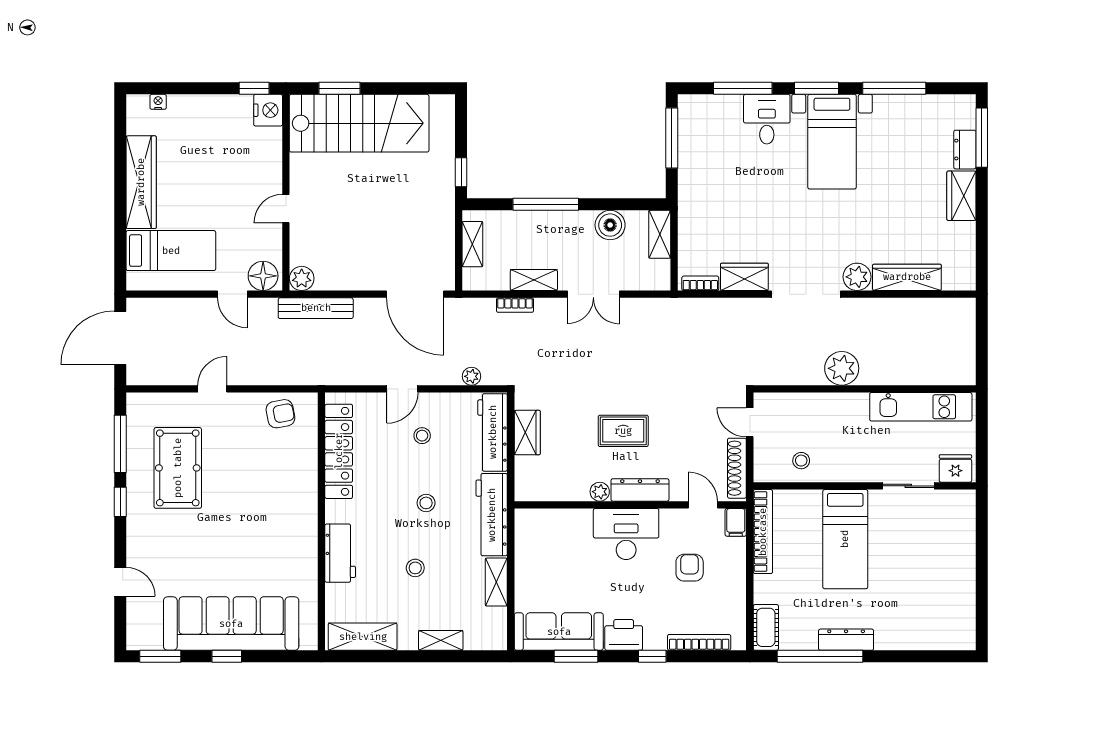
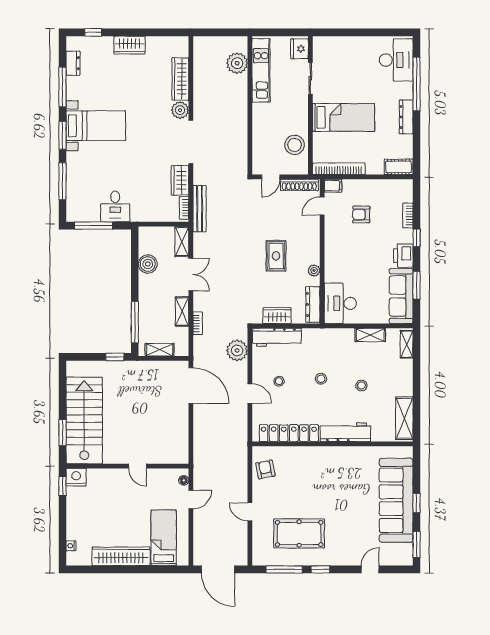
desk: (767, 119) -> (115, 206), moved, turned -90
window: (982, 138) -> (93, 32), width x0.46
dresser: (965, 150) -> (73, 63), moved, turned -90
window: (546, 204) -> (135, 322), moved
shelving: (660, 234) -> (182, 242), moved, turned 90
floor lamp: (263, 276) -> (184, 480), width x0.53, depth x0.53
plant: (302, 278) -> (181, 456), removed
door: (415, 294) -> (191, 386), hinge flipped
bench: (316, 308) -> (200, 209), moved
plant: (842, 368) -> (237, 63), moved
plant: (471, 376) -> (237, 350), width x1.88, depth x1.88
stool: (801, 461) -> (295, 145), width x1.89, depth x1.89
dresser: (640, 490) -> (313, 304), moved
workbench: (492, 515) -> (328, 338), removed
desk: (626, 534) -> (340, 303), moved
workbench: (340, 553) -> (345, 432), width x1.38
desk: (937, 624) -> (396, 60), added
shelving: (441, 640) -> (407, 344), moved
bookcase: (699, 642) -> (408, 216), width x0.64
window: (820, 656) -> (417, 84), moved

